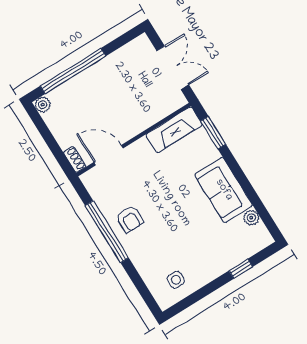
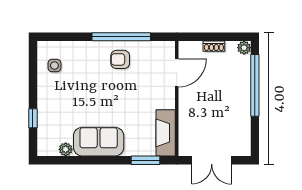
shoe rack: (75, 159) -> (214, 46), moved

